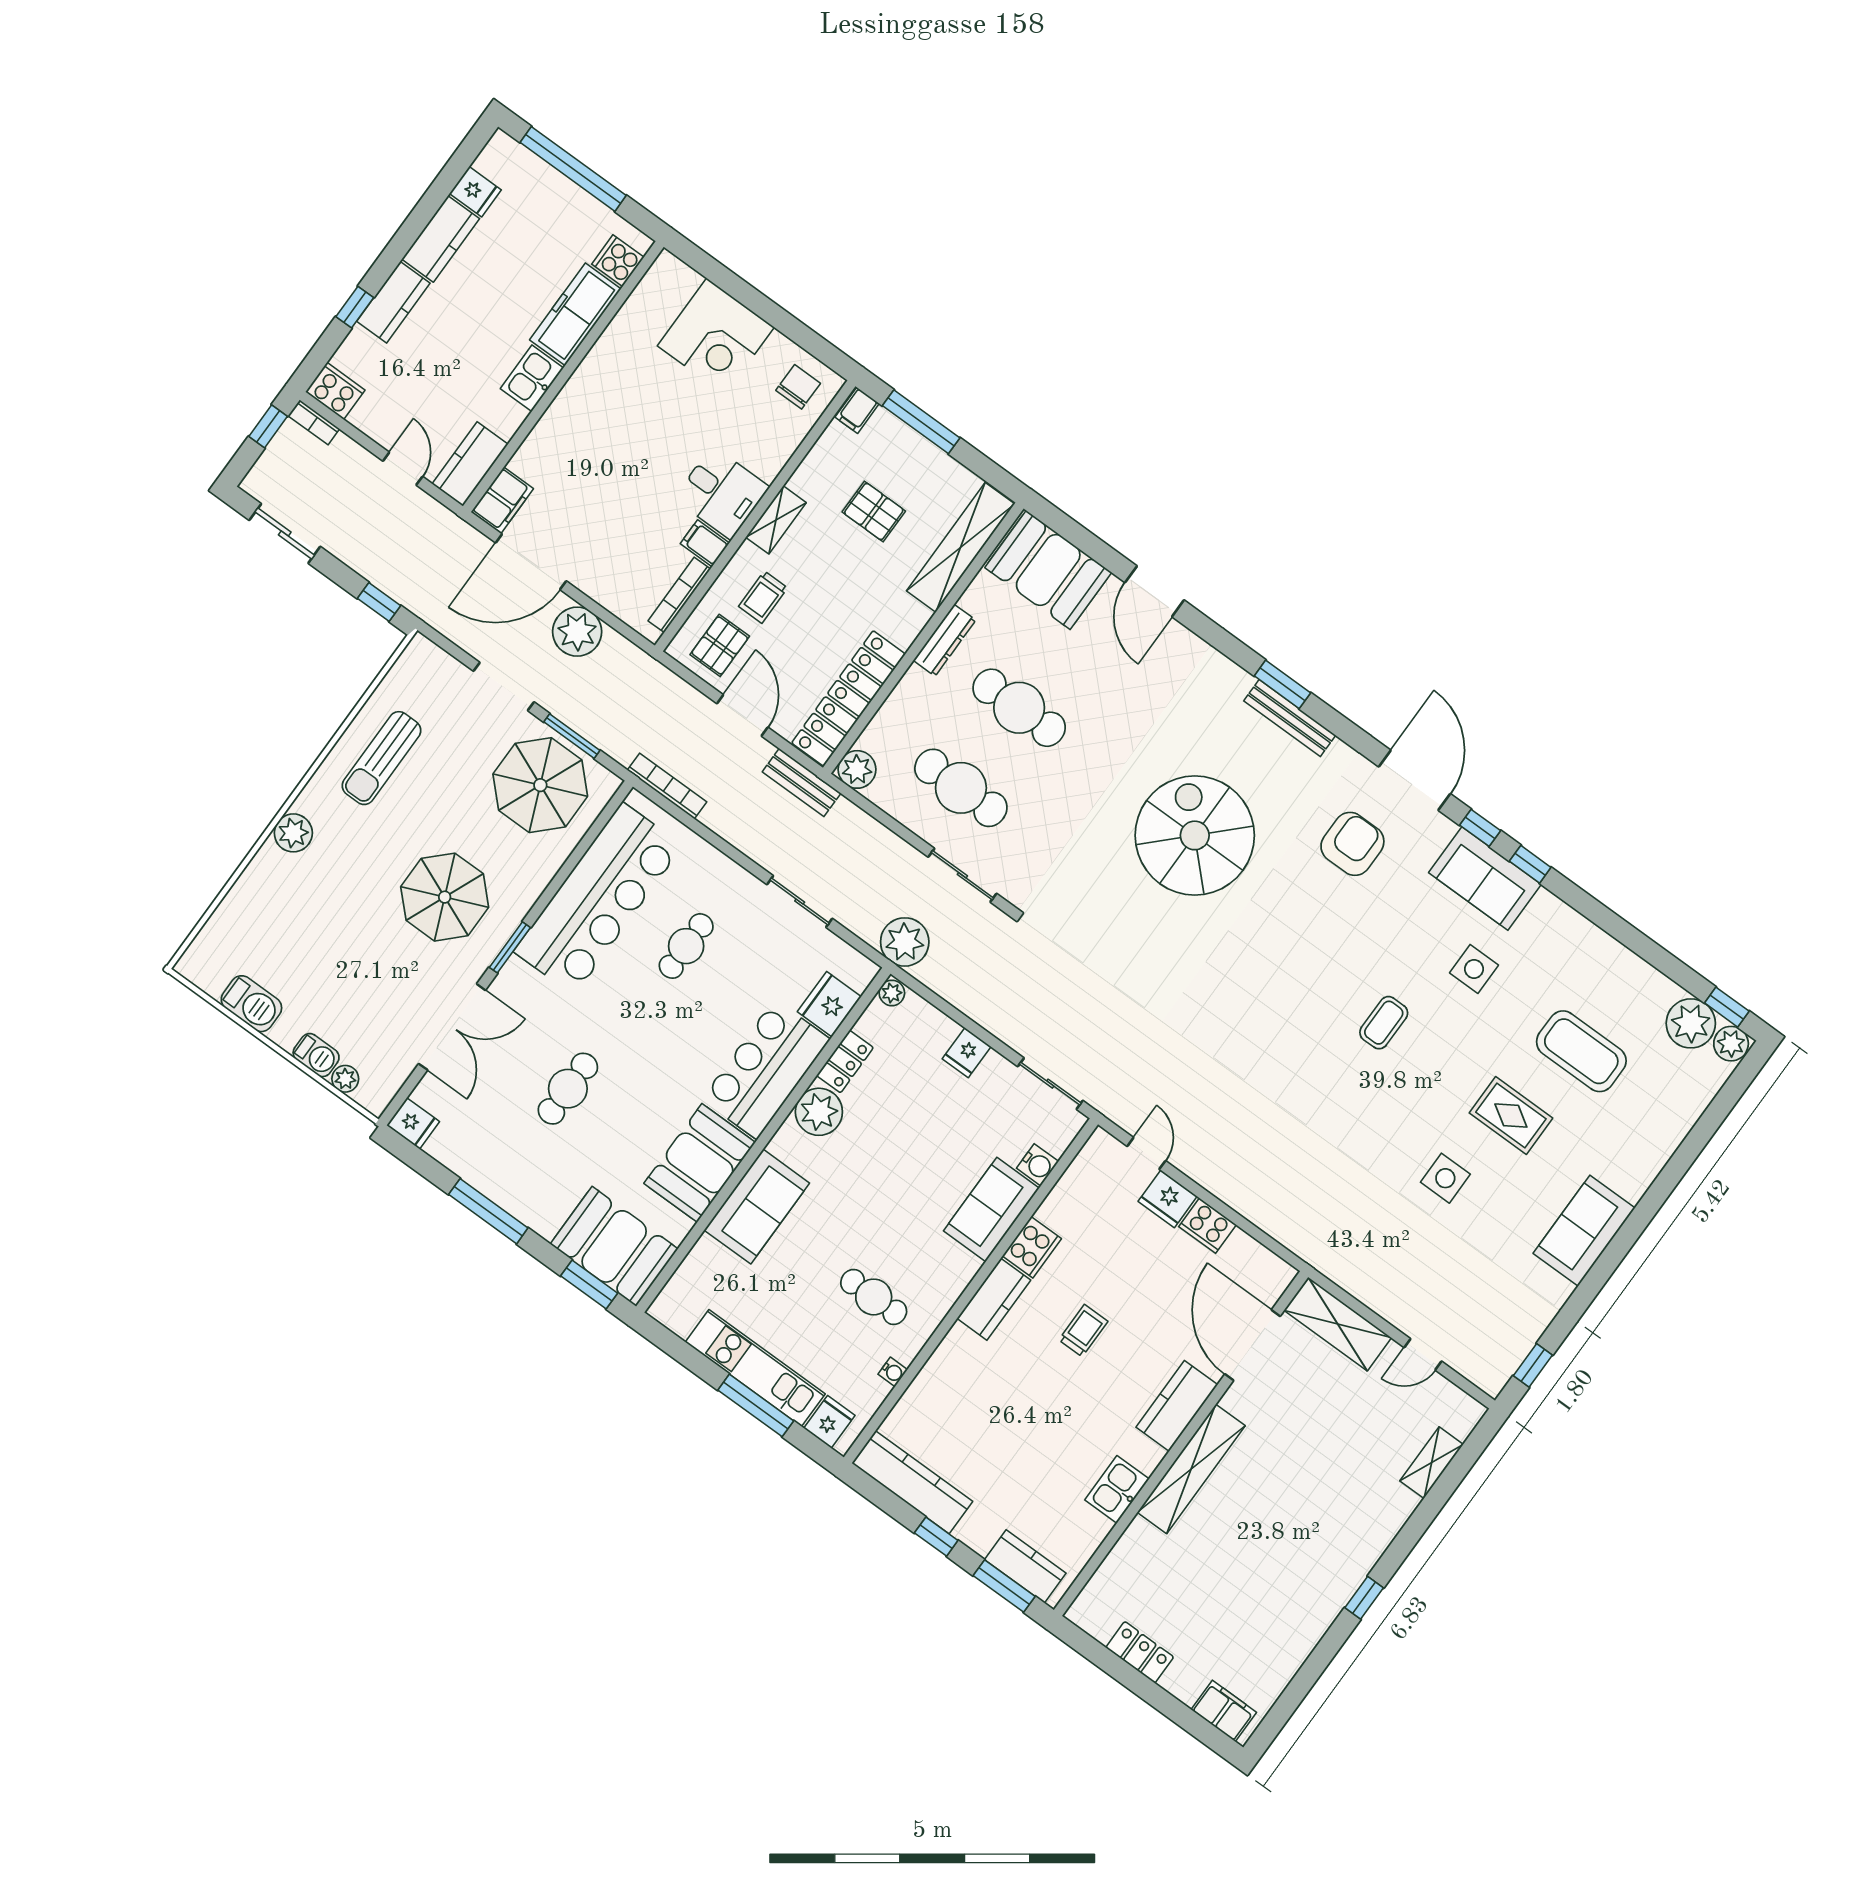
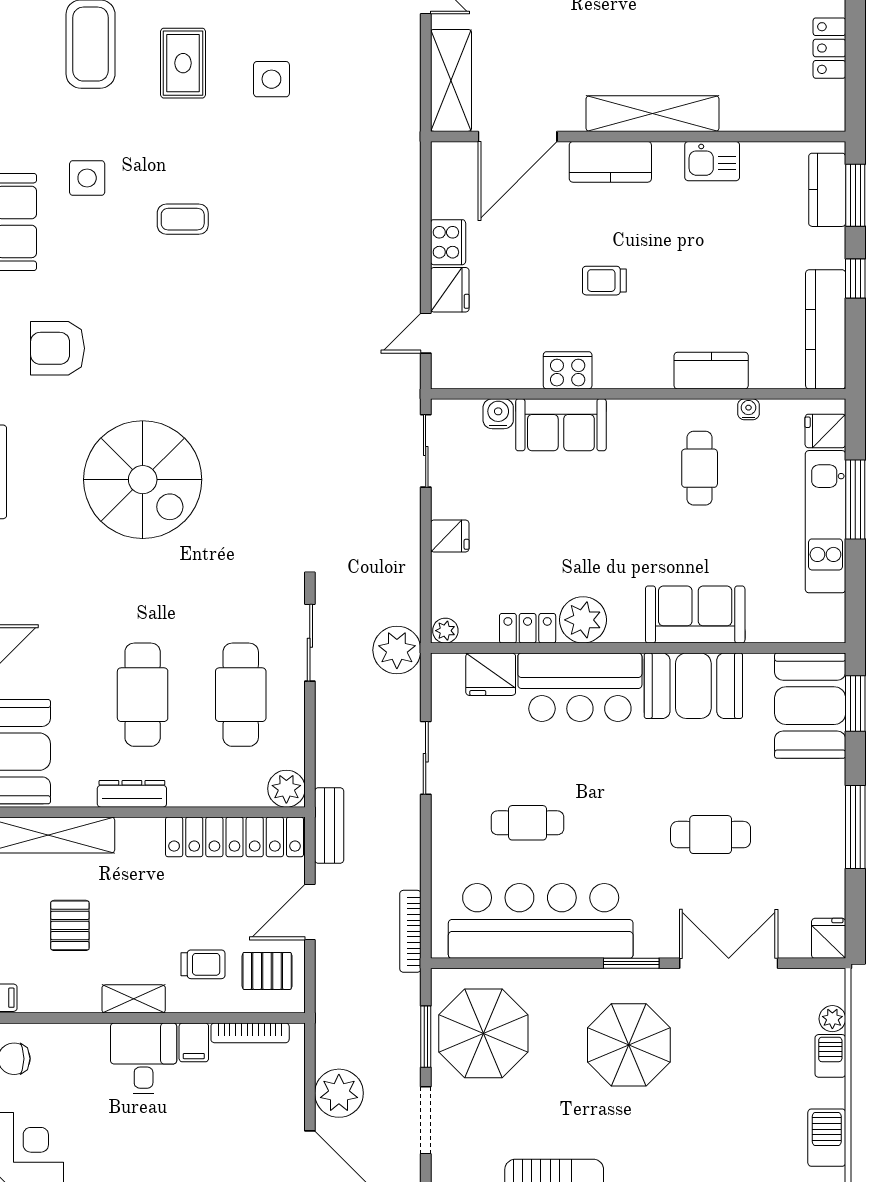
spiral stairs: (1195, 835) -> (143, 480), turned -90
kitchen counter: (994, 1299) -> (711, 371), moved

